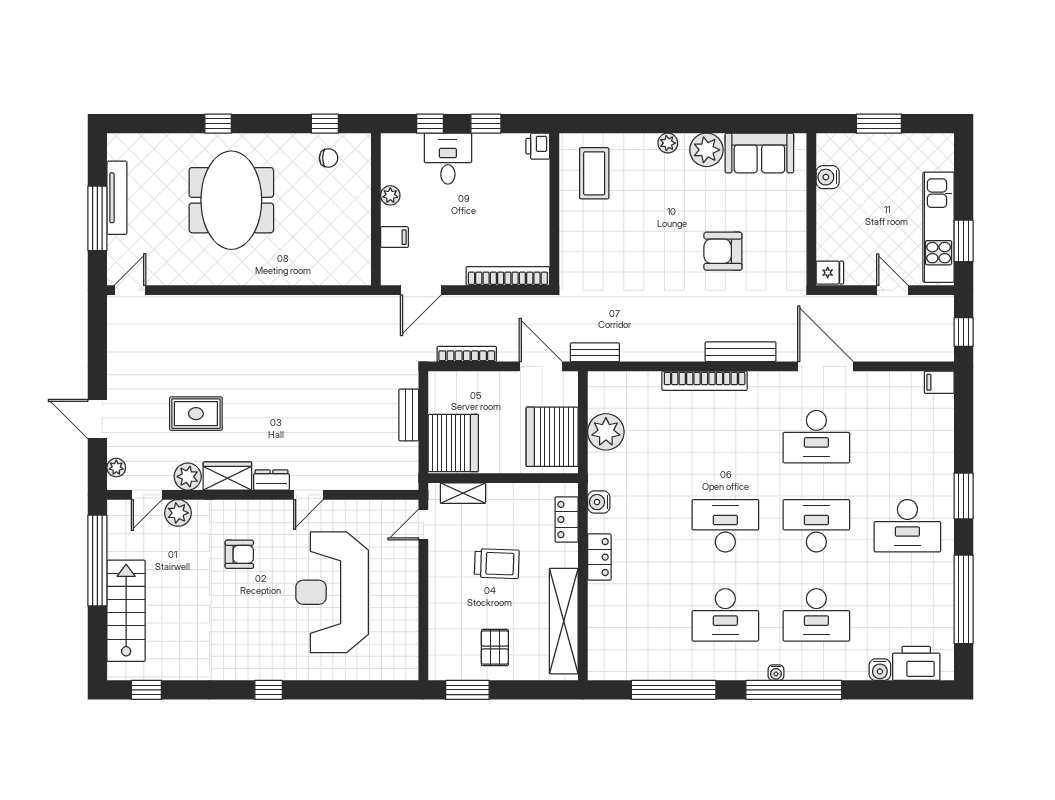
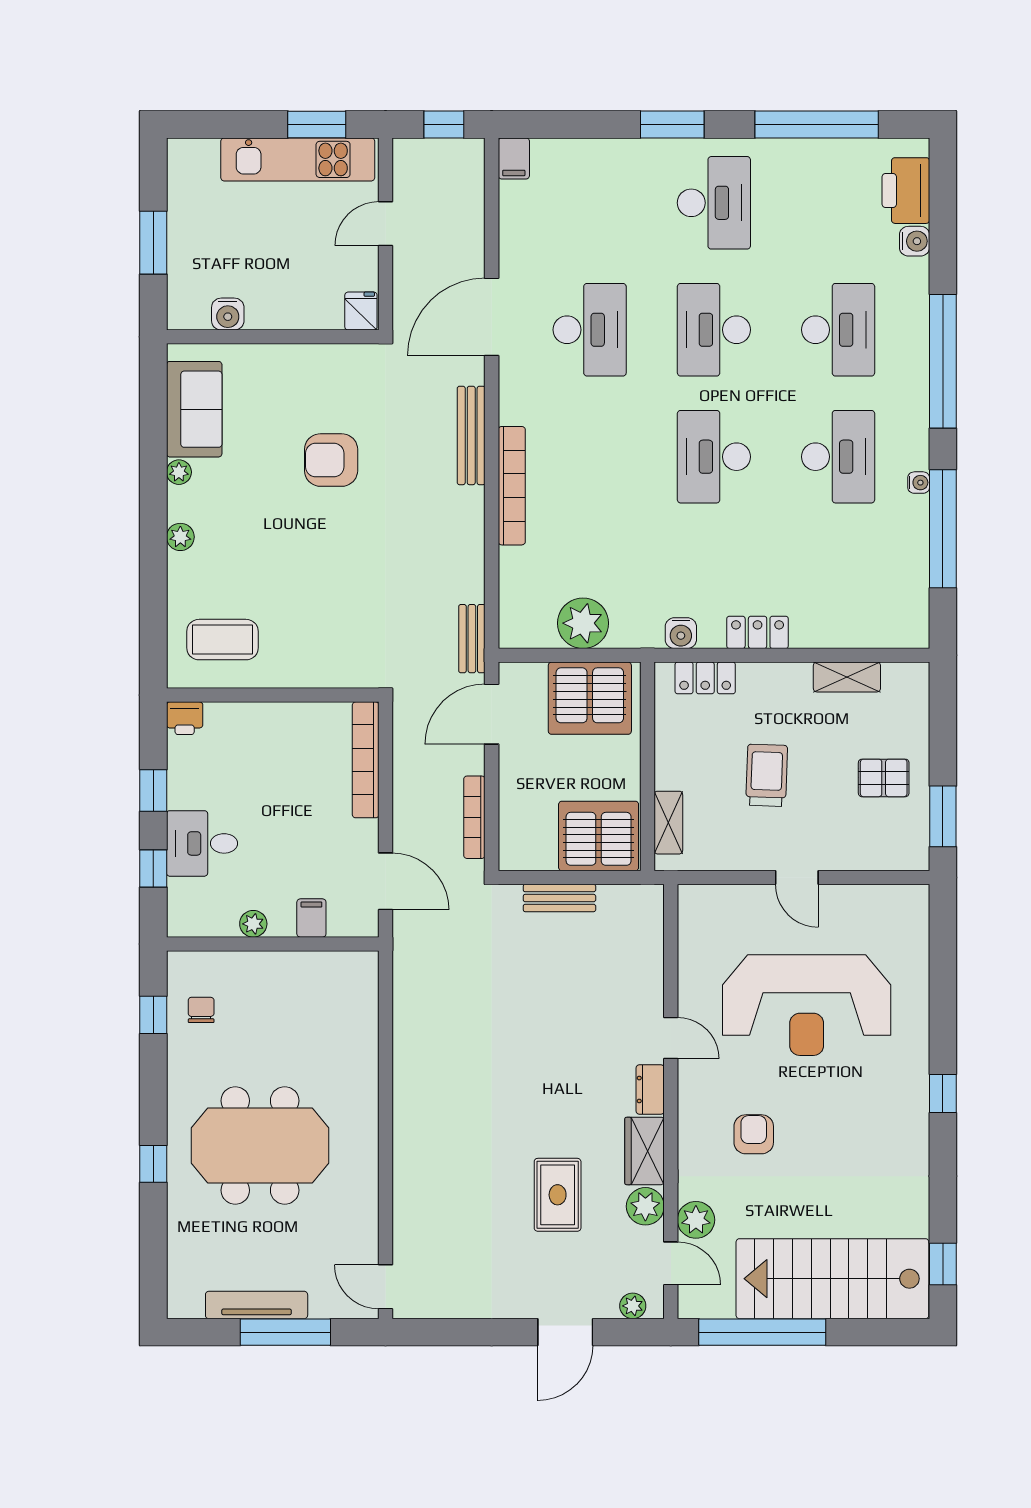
plant: (706, 150) -> (179, 472), width x0.53, depth x0.53
armchair: (723, 251) -> (331, 460), turned 90
door: (423, 525) -> (797, 878), moved
stairs: (126, 611) -> (832, 1279), width x1.36, depth x1.51
shelving: (564, 621) -> (847, 677), width x0.45, depth x0.75
water cooler: (776, 673) -> (919, 483), moved

